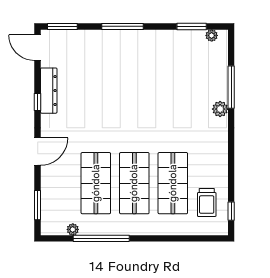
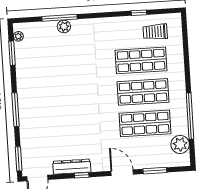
plant: (220, 109) -> (64, 26), moved
trolley: (207, 203) -> (155, 32), turned 180
window: (38, 205) -> (155, 171), moved
window: (231, 211) -> (139, 13), moved
plant: (73, 229) -> (180, 144), width x1.87, depth x1.87

